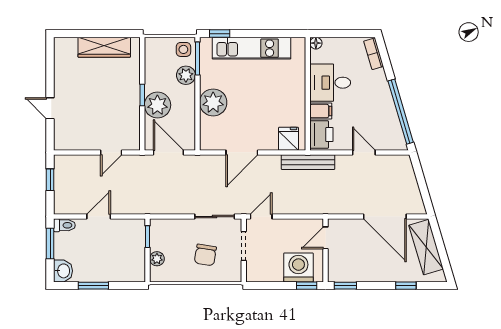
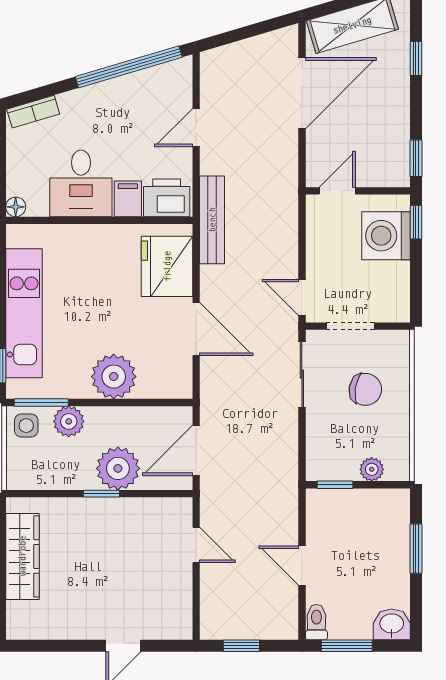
fridge: (289, 139) -> (167, 266), width x1.88, depth x1.34
door: (326, 238) -> (337, 191), swing flipped
window: (93, 286) -> (416, 549), moved

